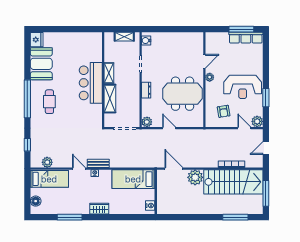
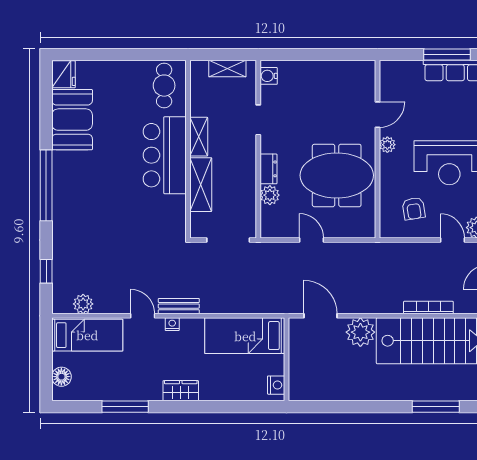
cafe table: (49, 102) -> (164, 86), moved
plant: (147, 122) -> (270, 195), moved

